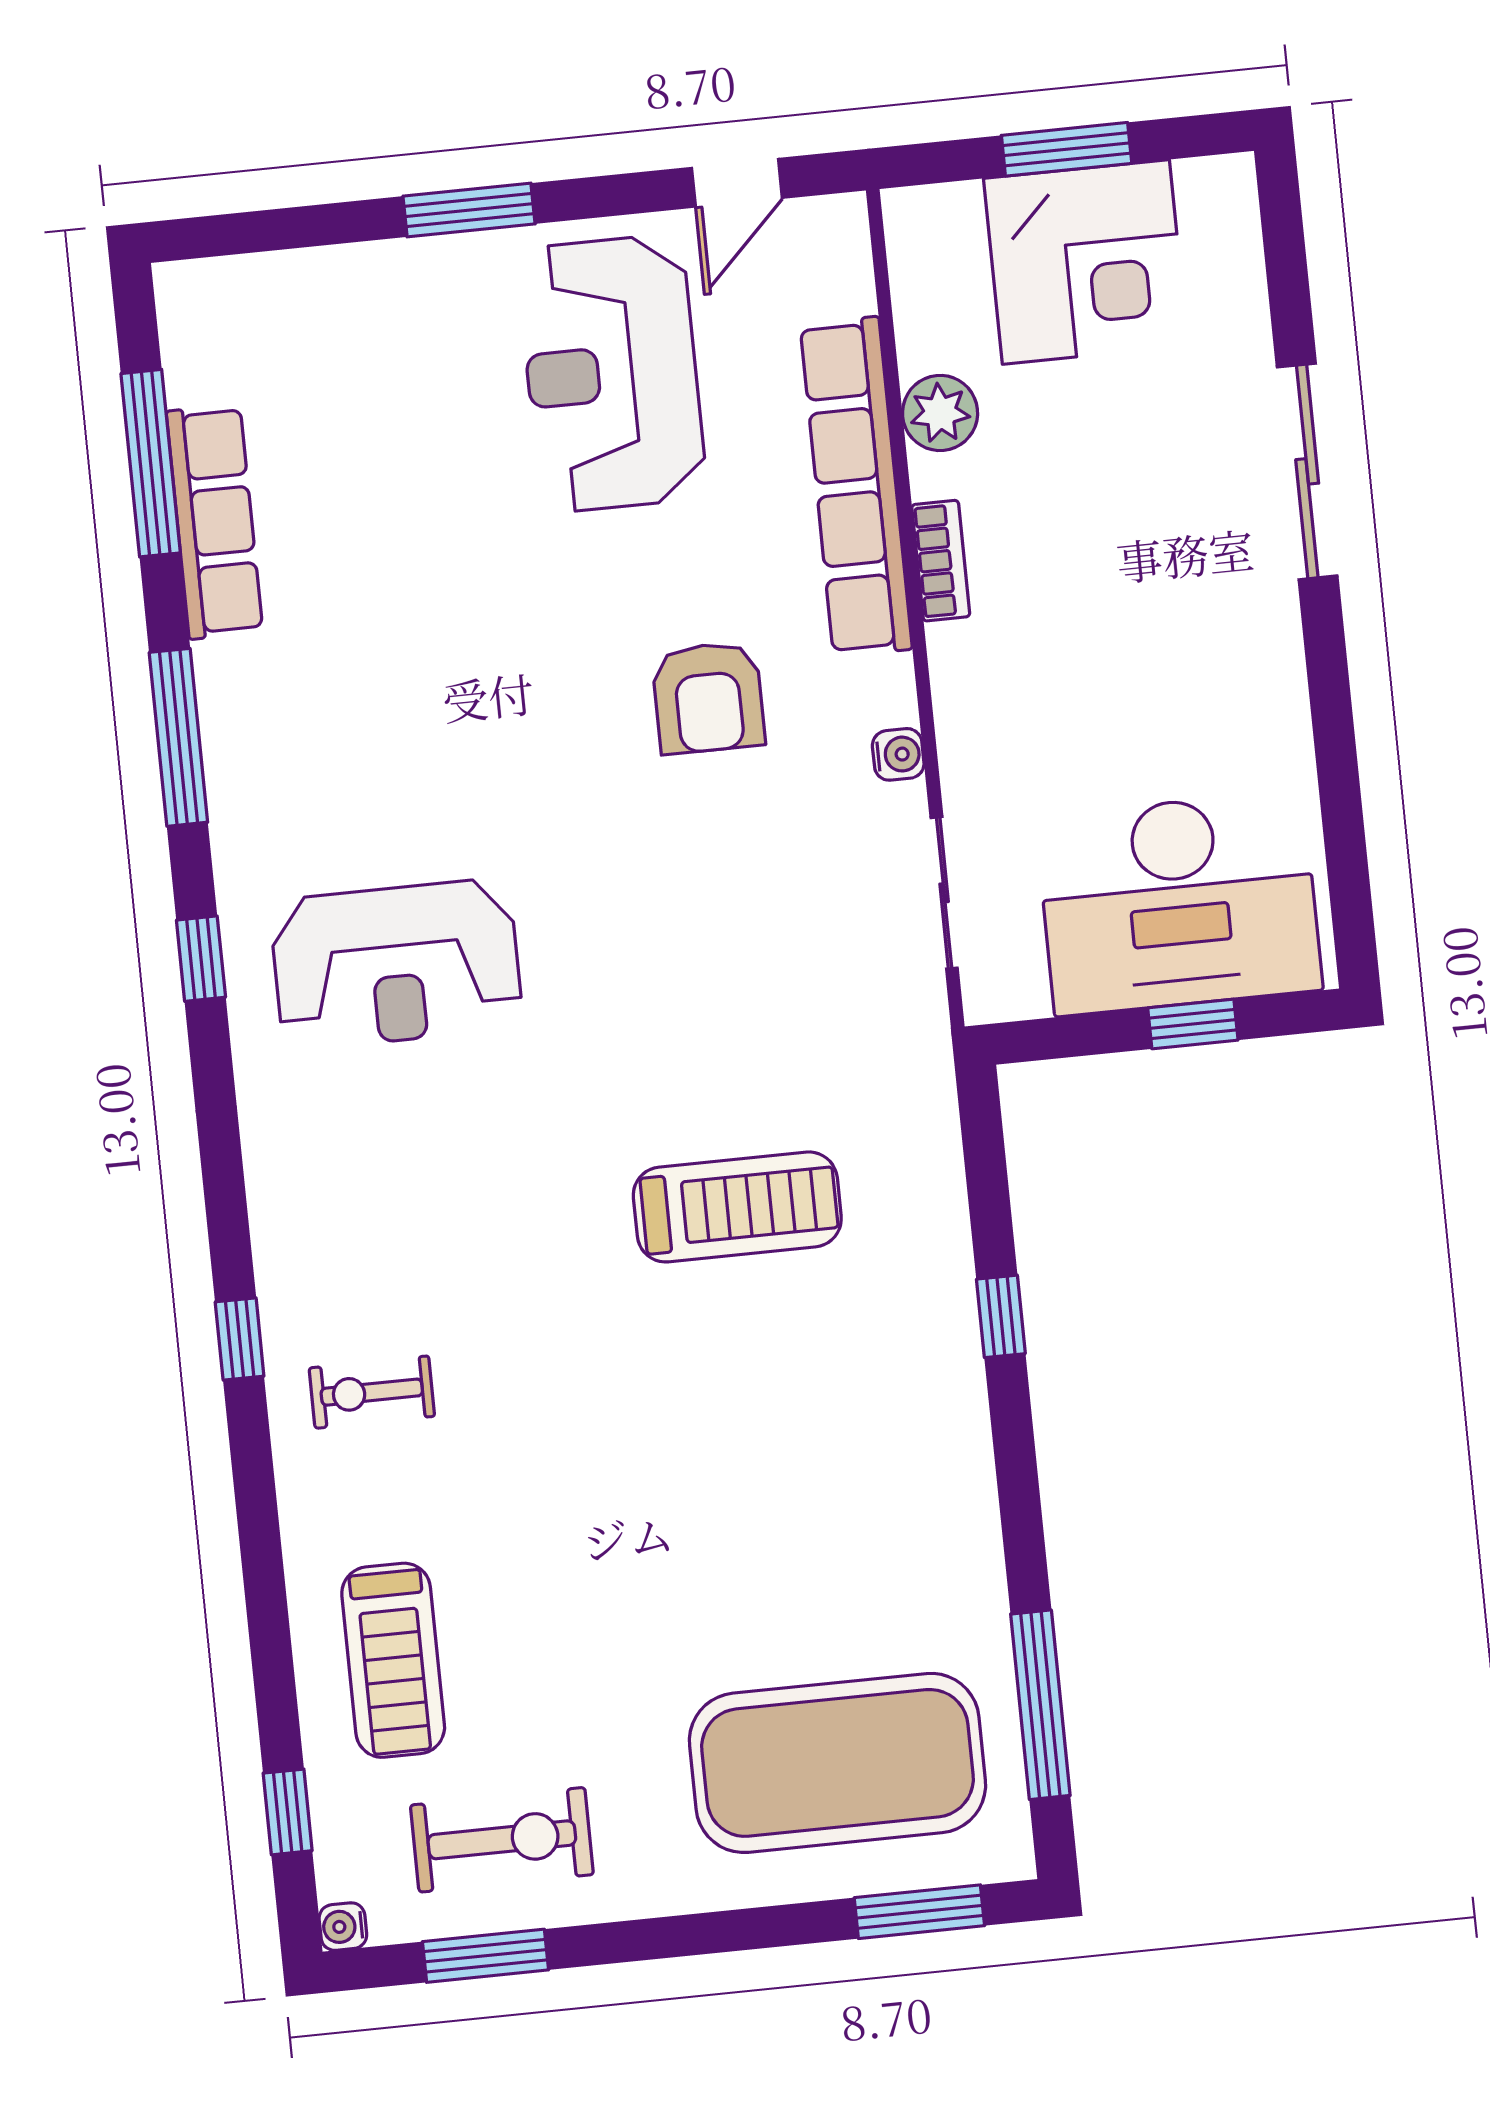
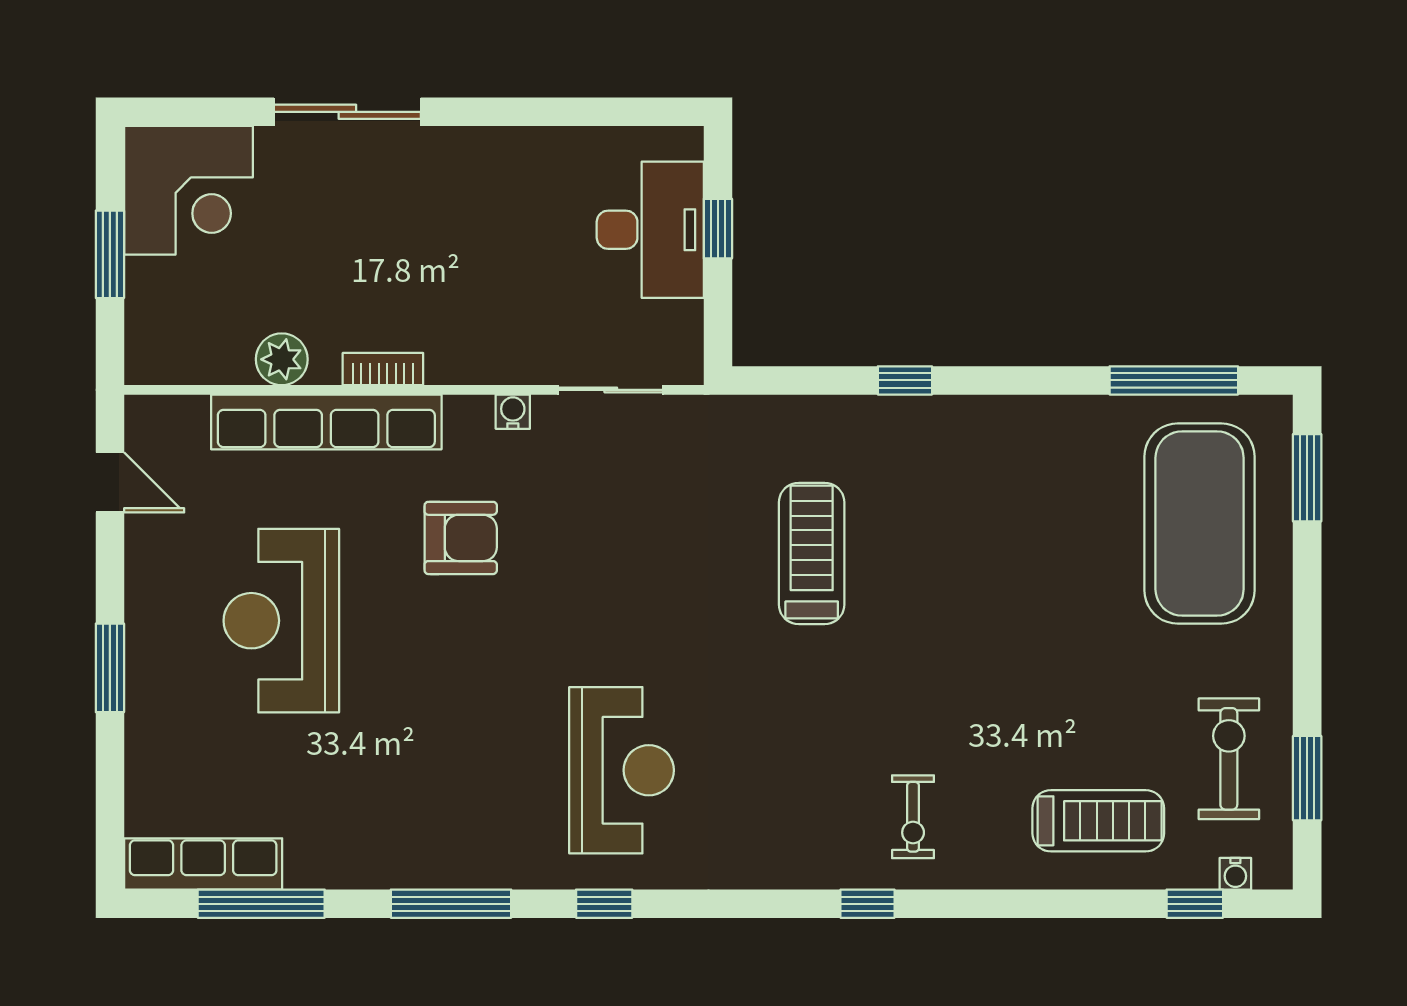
corner desk: (1086, 262) -> (188, 190), moved, turned 90
reception desk: (612, 374) -> (281, 621), moved, turned 90
row of seats: (215, 522) -> (203, 864), moved
desk: (1179, 903) -> (650, 230), width x0.73, depth x0.77
water cooler: (343, 1927) -> (1235, 874), moved

